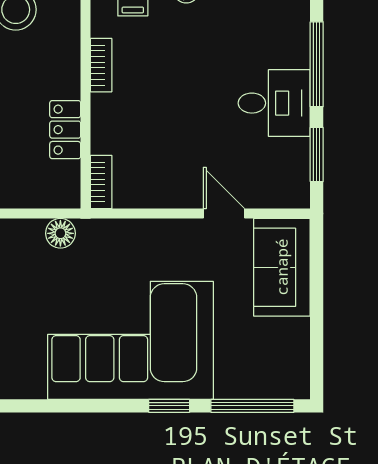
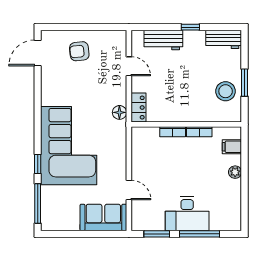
desk: (274, 103) -> (187, 214), width x1.37
locker: (65, 130) -> (138, 108), moved, turned 90
bookcase: (101, 182) -> (173, 132), moved
door: (224, 214) -> (129, 190), hinge flipped

